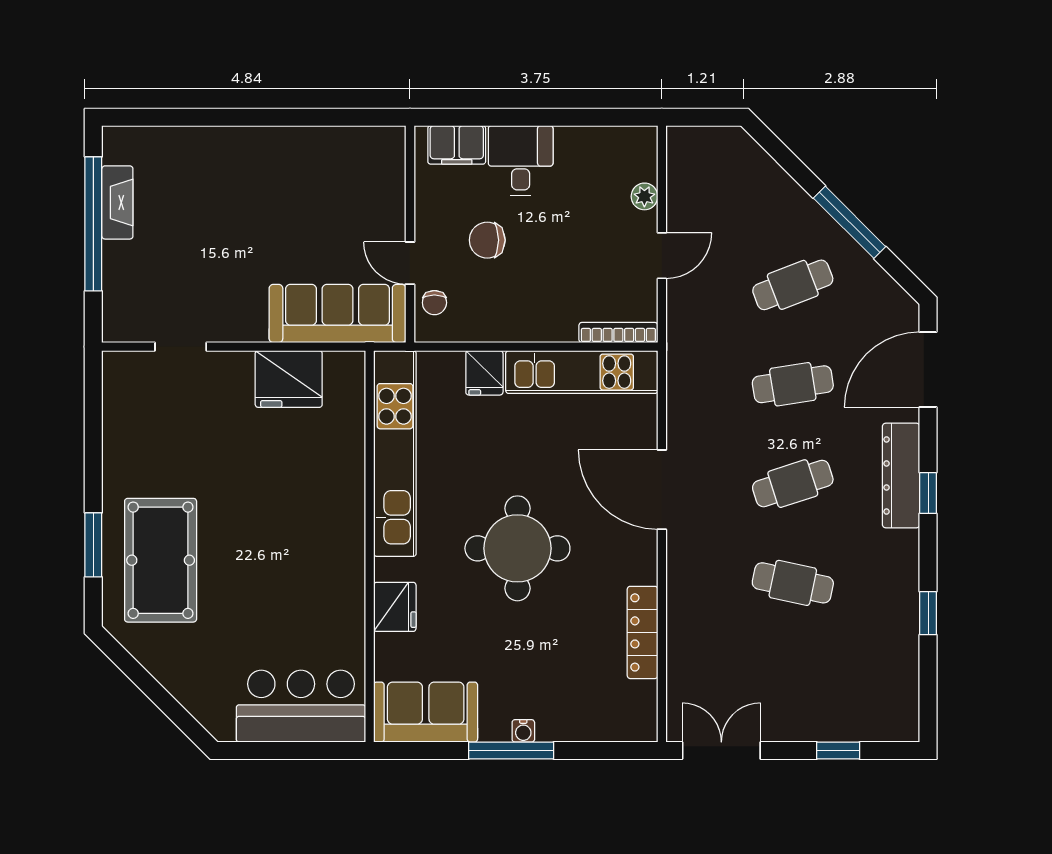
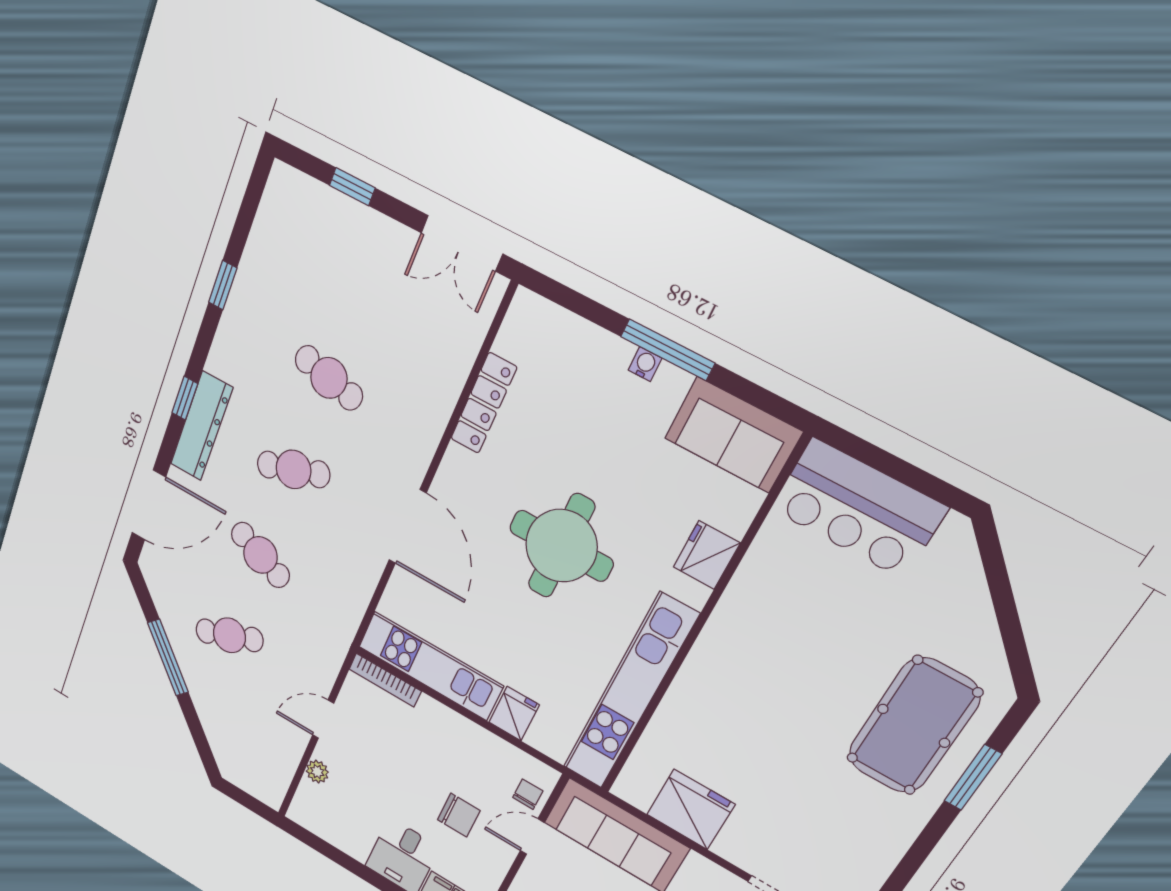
door: (410, 263) -> (532, 837), swing flipped
cafe table: (793, 384) -> (260, 555), turned 30

